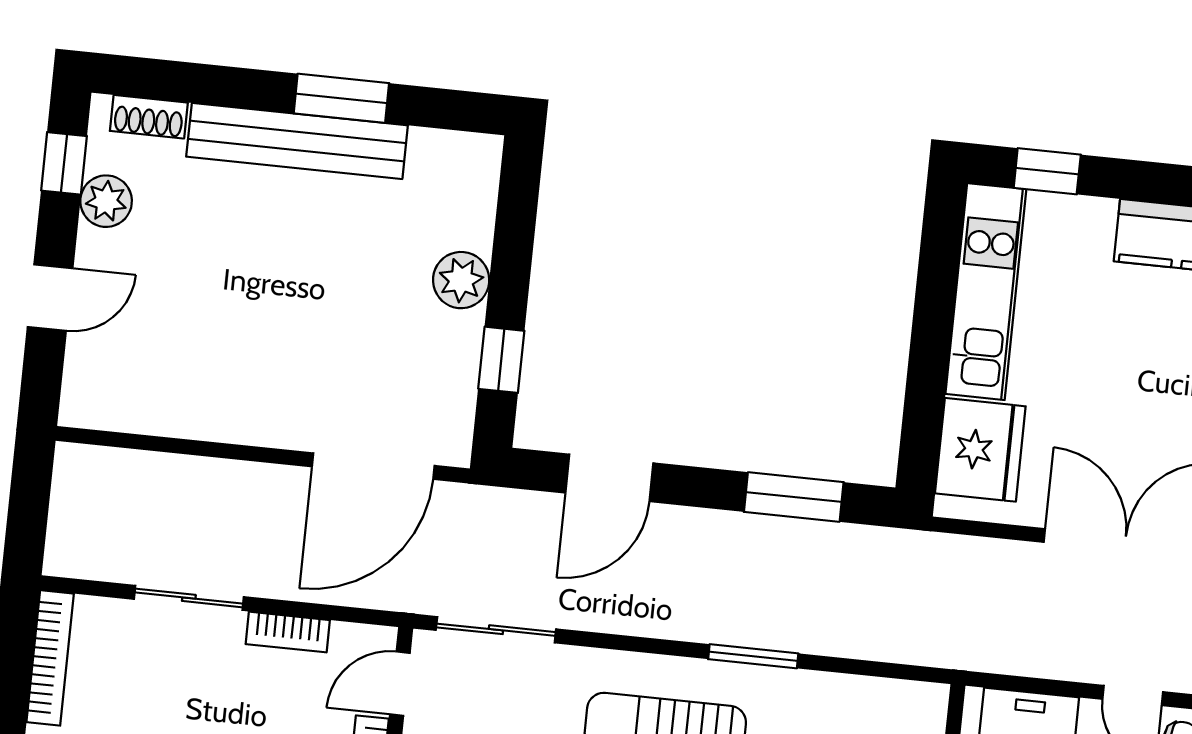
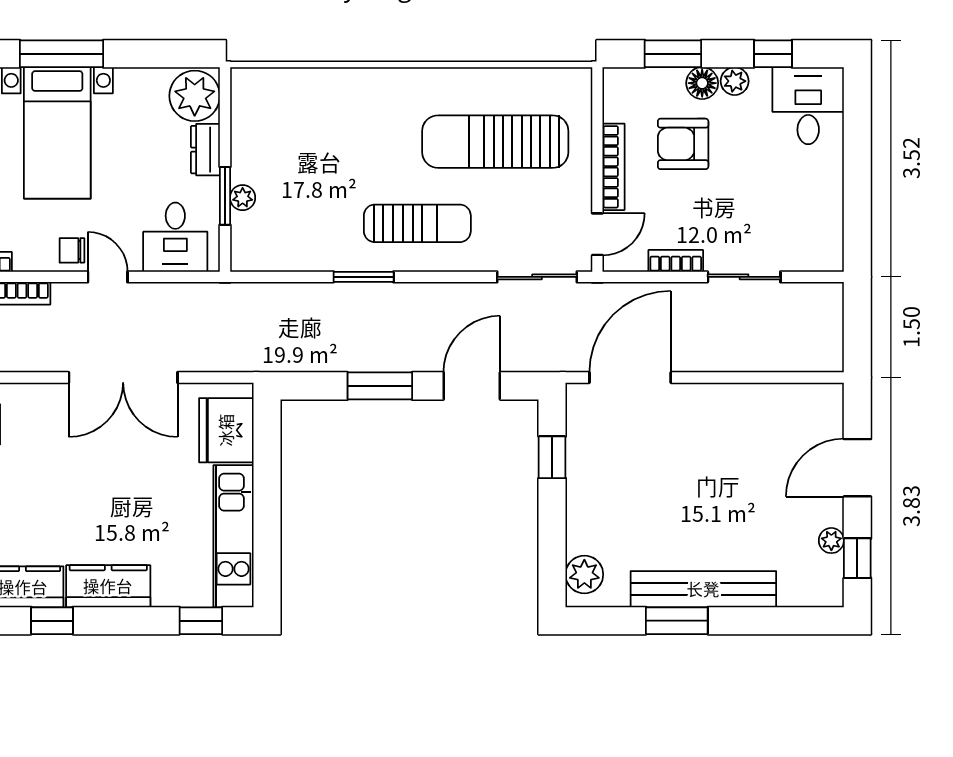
shoe rack: (149, 117) -> (804, 595), removed
plant: (106, 201) -> (831, 541), width x0.73, depth x0.73
plant: (461, 280) -> (584, 574), moved
door: (50, 298) -> (857, 468), width x1.38
window: (794, 497) -> (380, 386), moved
bookcase: (50, 658) -> (832, 227), removed

